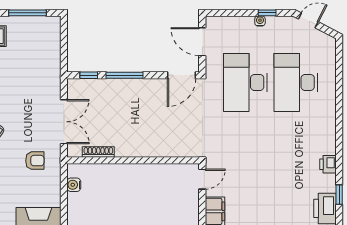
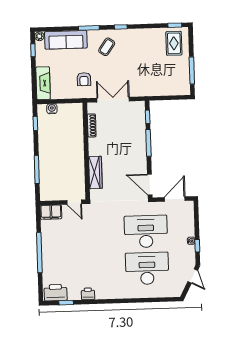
double door: (64, 122) -> (113, 100), swing flipped
wardrobe: (163, 149) -> (95, 172), added
water cooler: (74, 185) -> (52, 109), moved

